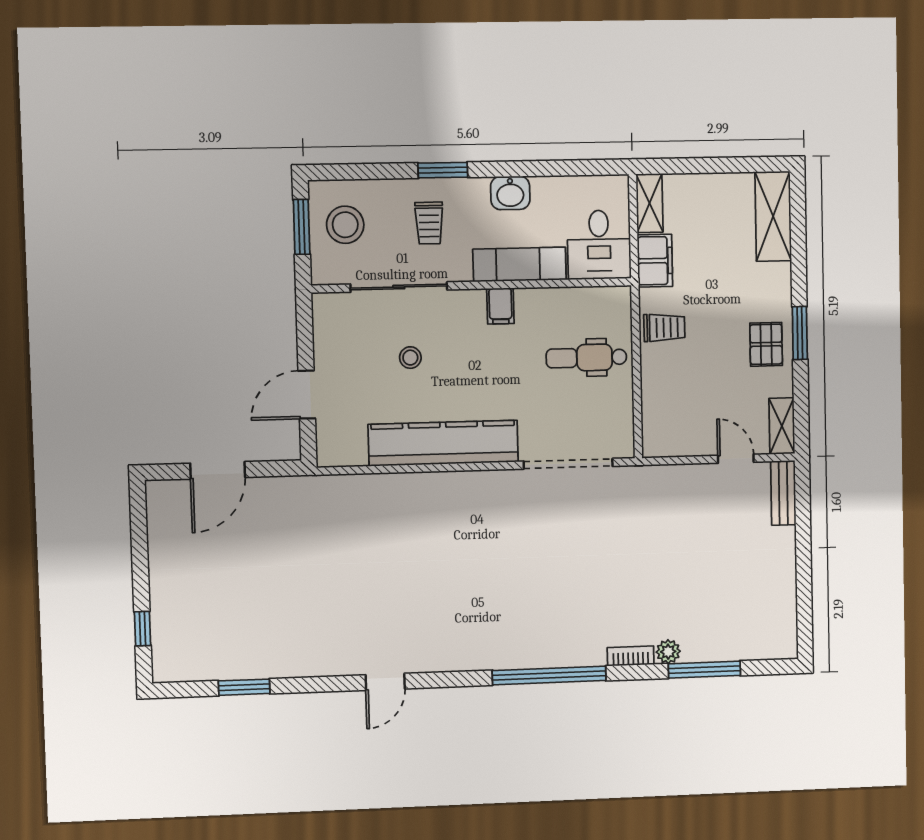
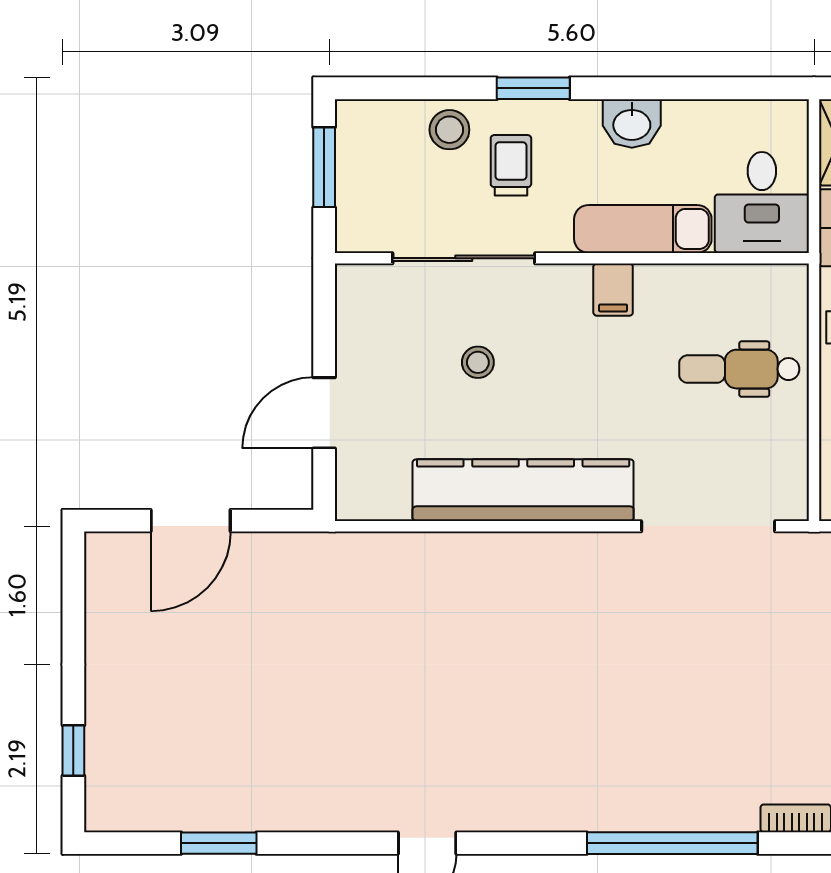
trolley: (429, 223) -> (511, 165), turned 180
stool: (345, 225) -> (449, 130), moved, width x0.73, depth x0.73

